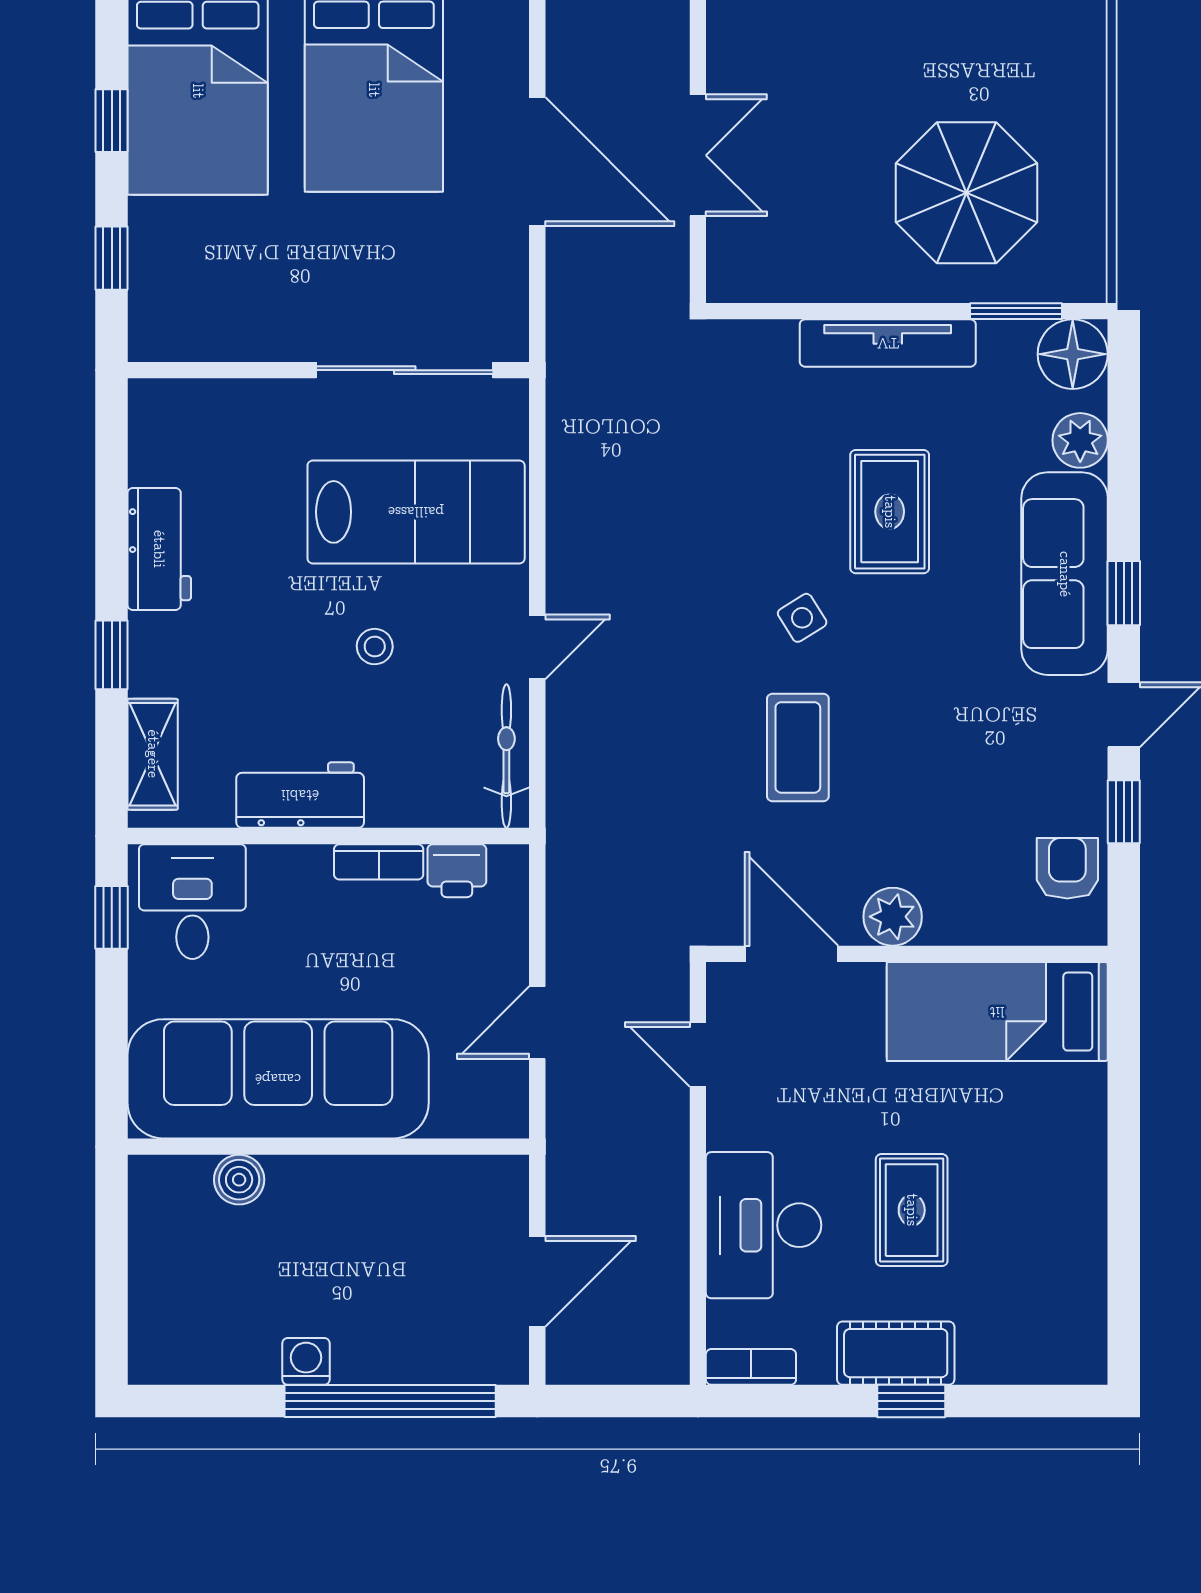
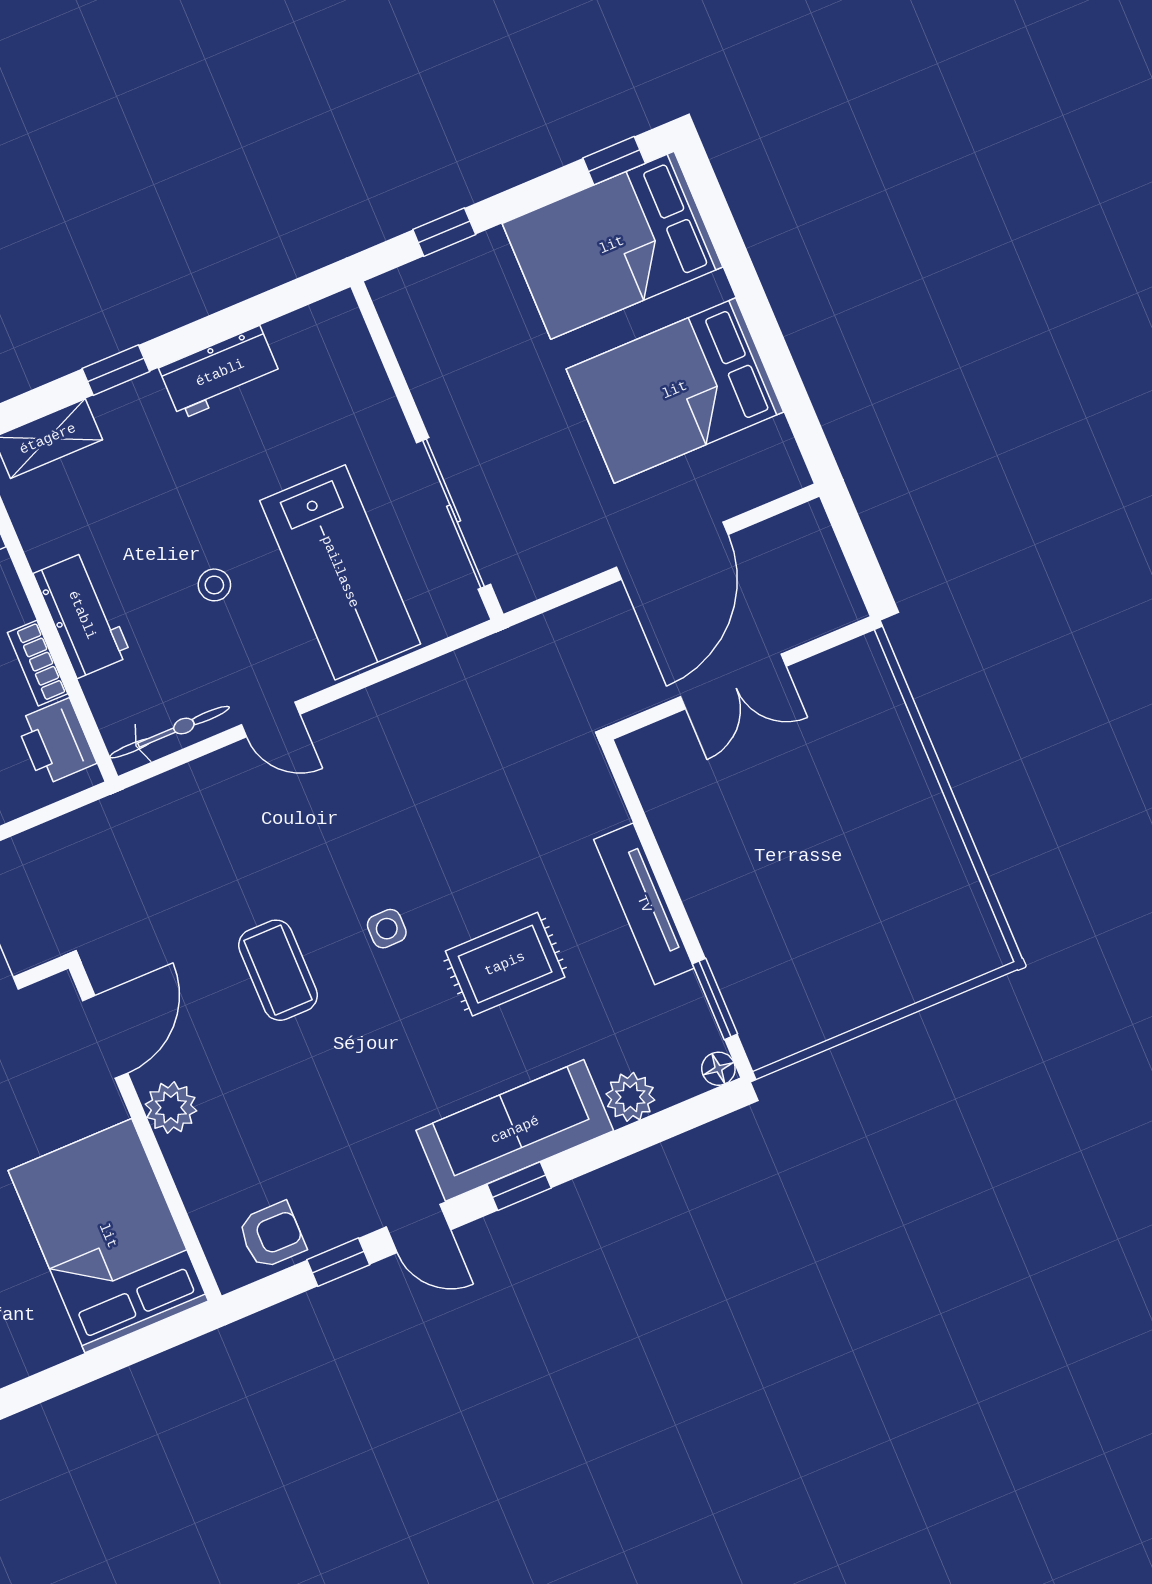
window: (112, 121) -> (614, 161), moved
parasol: (967, 193) -> (796, 917), removed
floor lamp: (1073, 354) -> (718, 1069), width x0.53, depth x0.53
side table: (802, 618) -> (387, 929), turned 32
coffee table: (798, 747) -> (278, 970), turned 90
workbench: (300, 795) -> (82, 615), moved
printer: (457, 871) -> (56, 742), width x1.36, depth x1.24
bed: (997, 1012) -> (108, 1236), width x1.50

